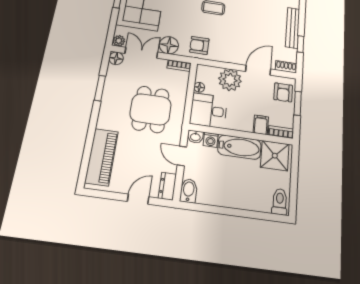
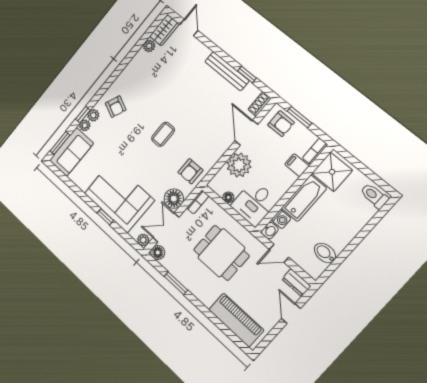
bidet: (189, 191) -> (325, 253), moved

